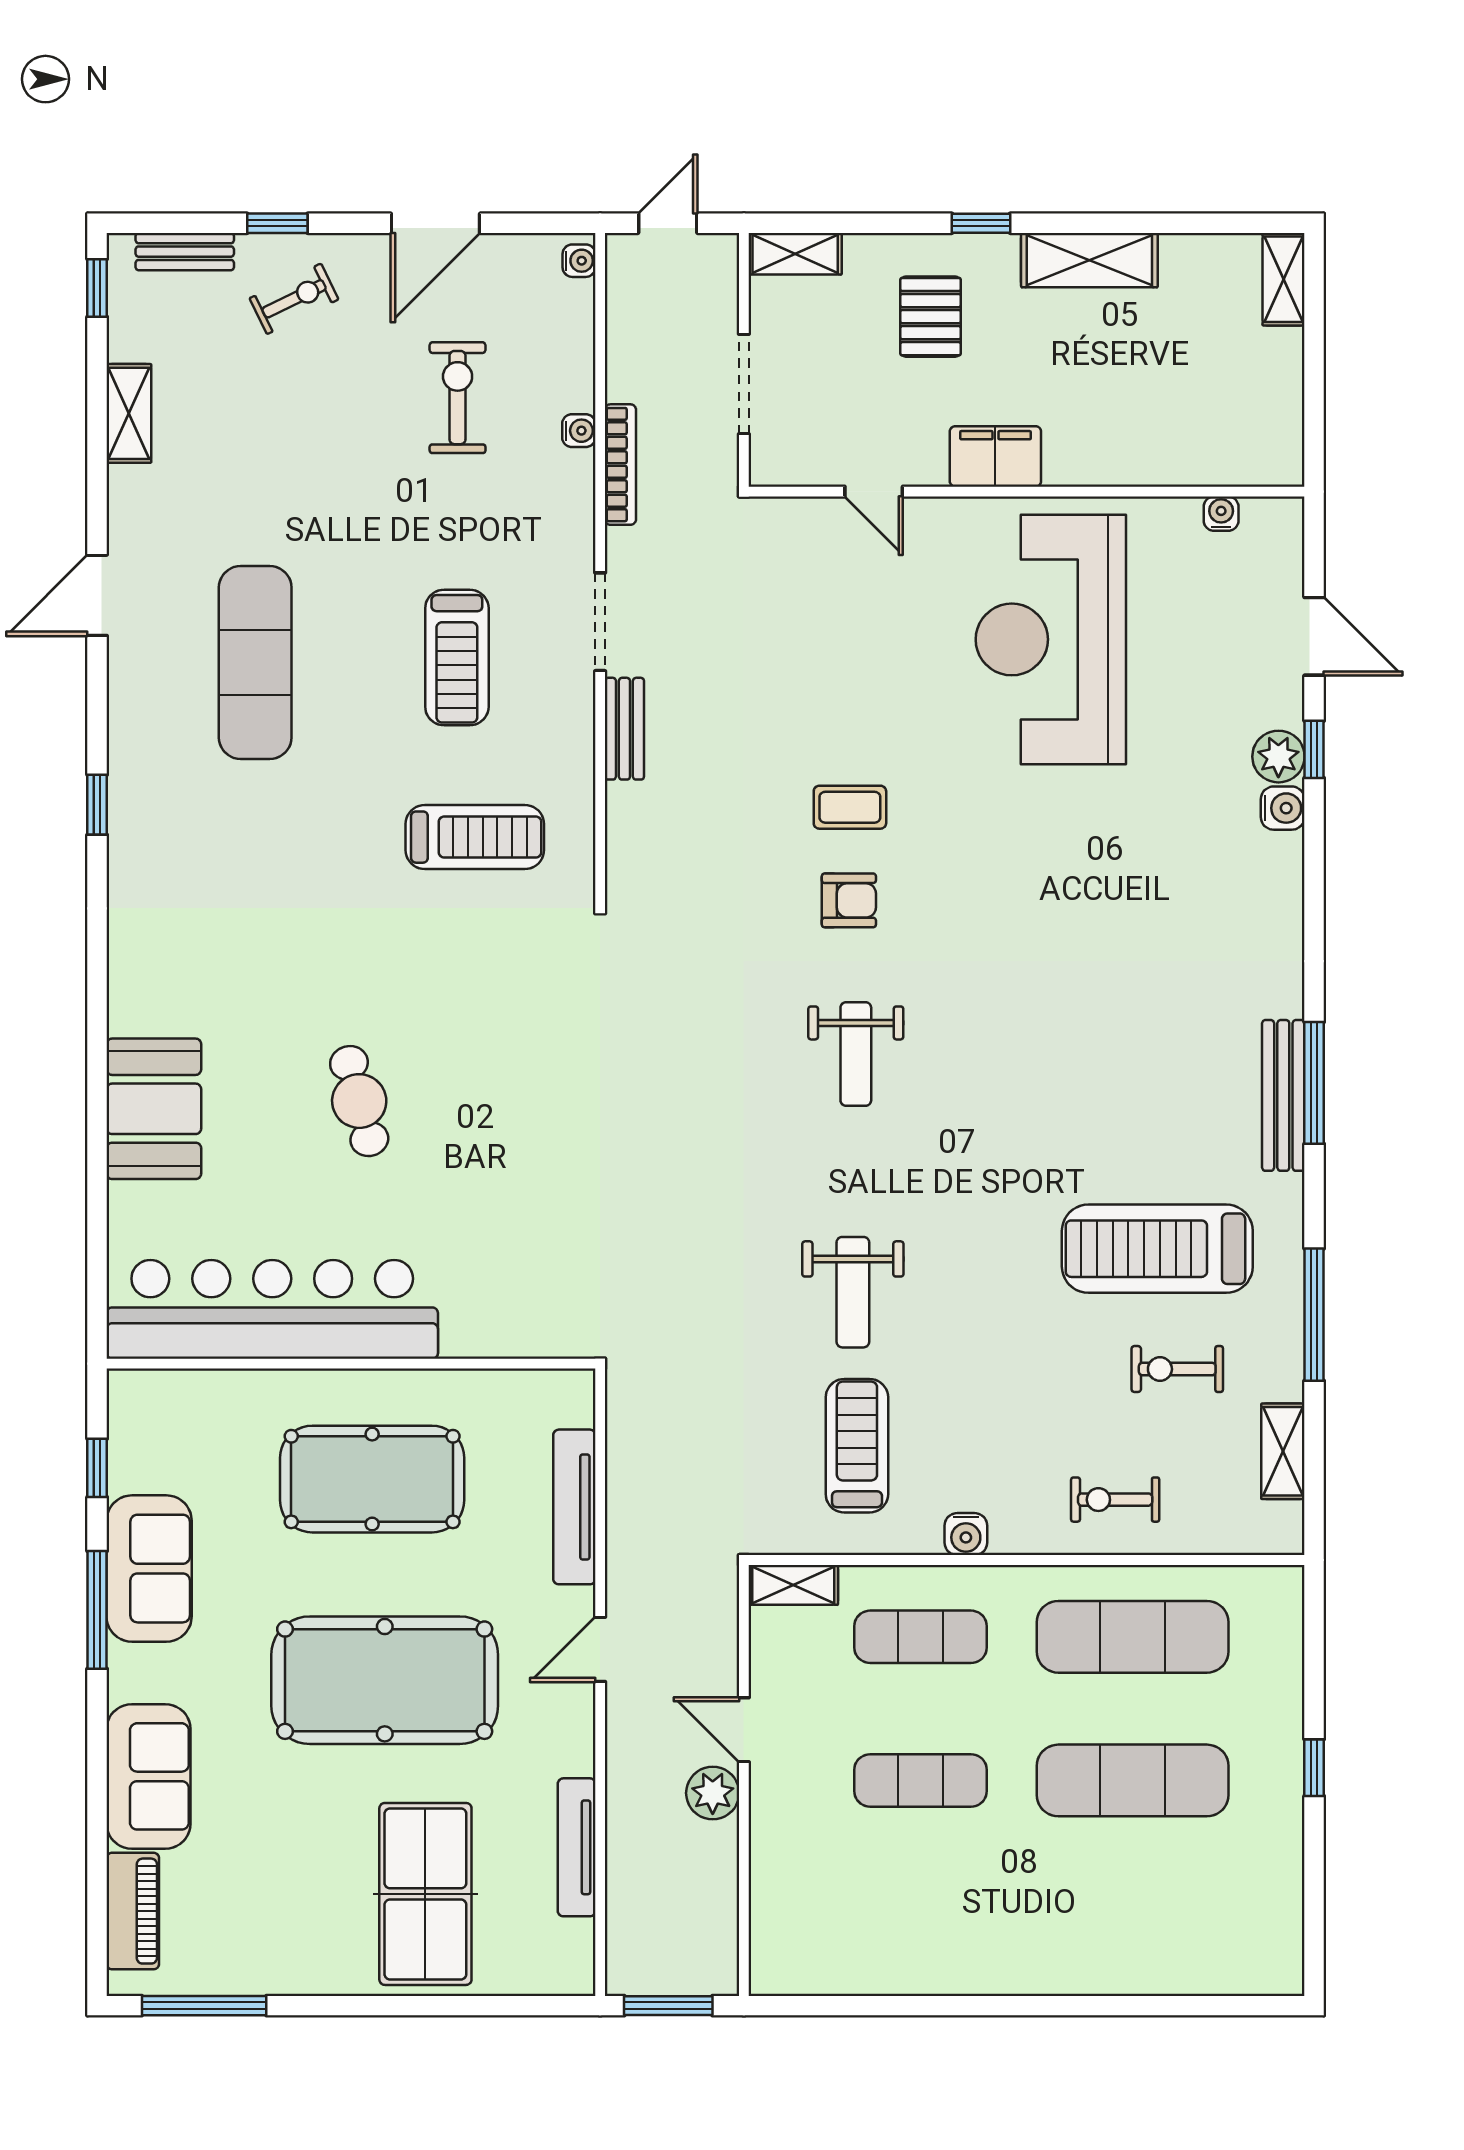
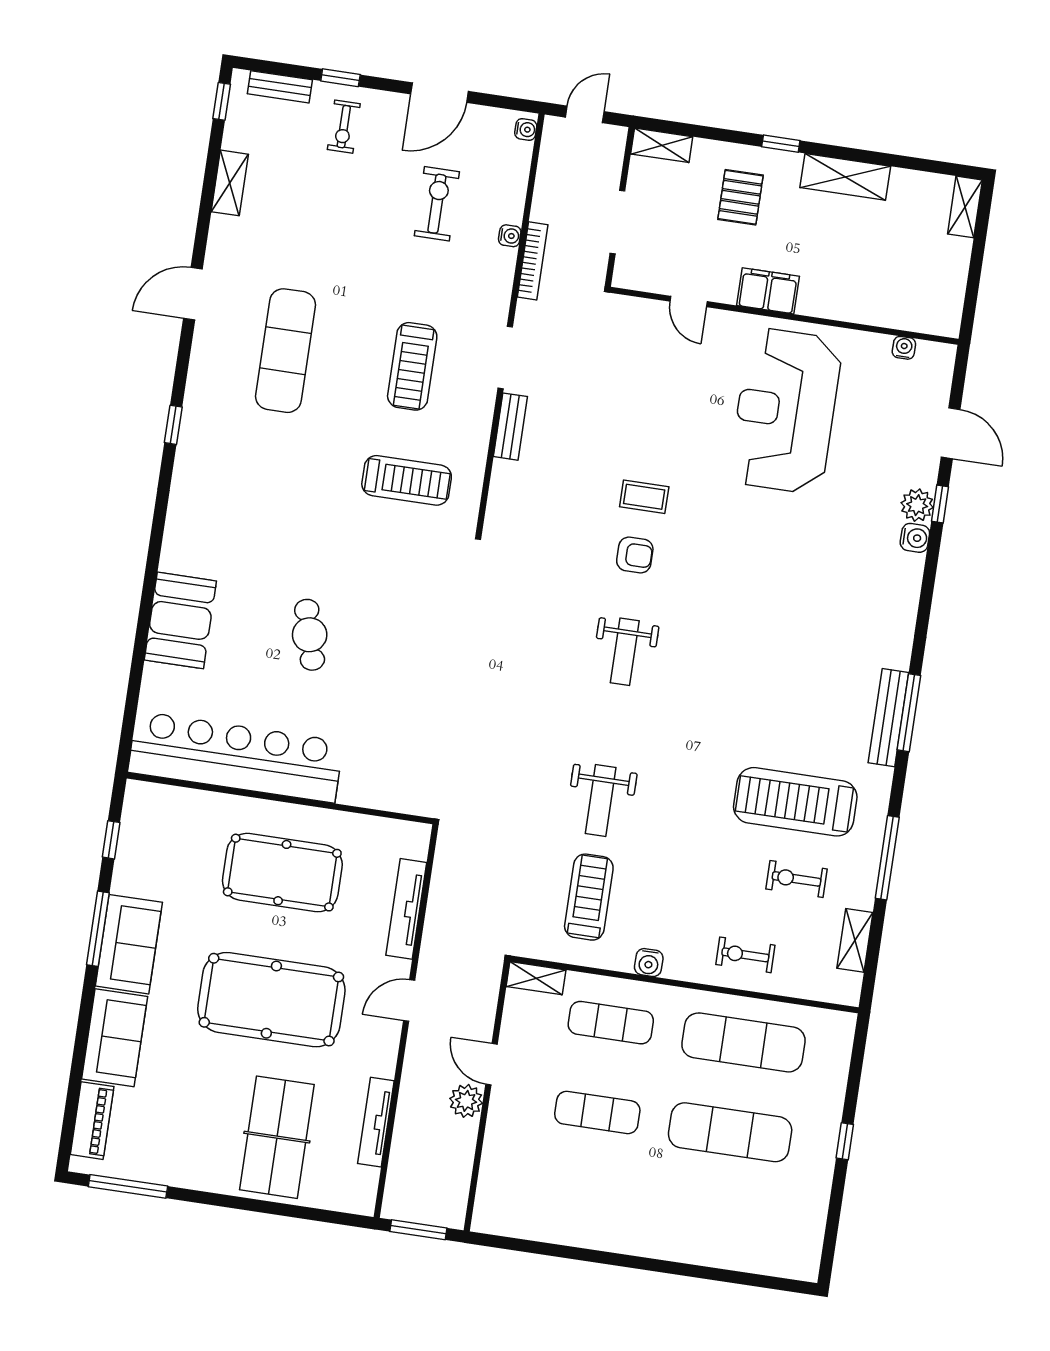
exercise bike: (294, 299) -> (344, 127), turned 116
sofa: (149, 1569) -> (129, 944), moved

